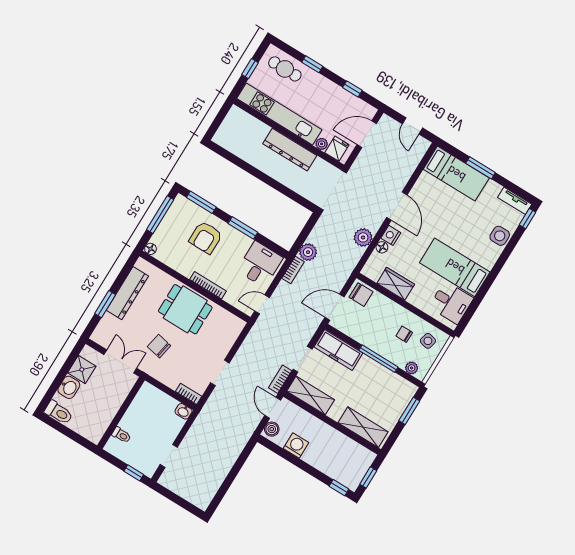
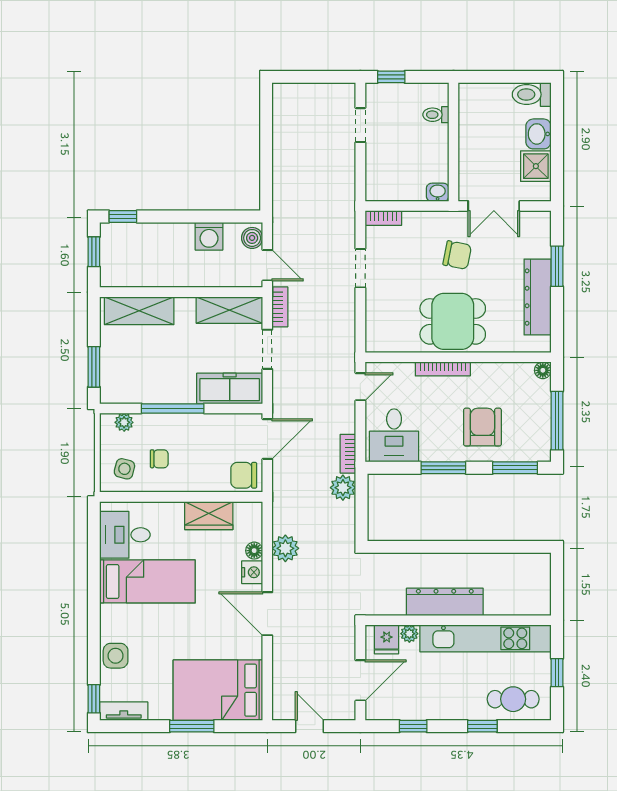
bed: (456, 174) -> (218, 690), width x1.50
washbasin: (184, 411) -> (438, 192), moved

